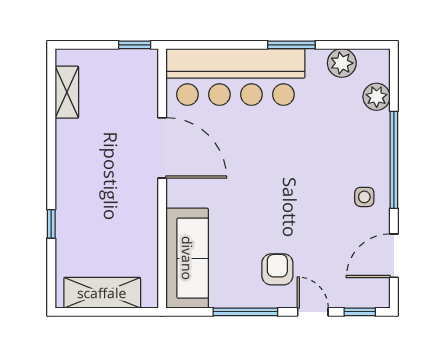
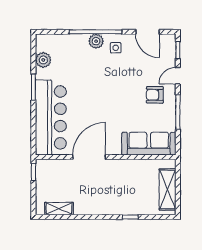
plant: (377, 97) -> (96, 41), moved

